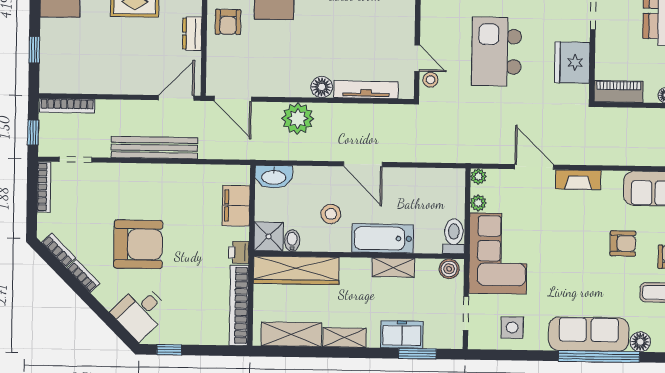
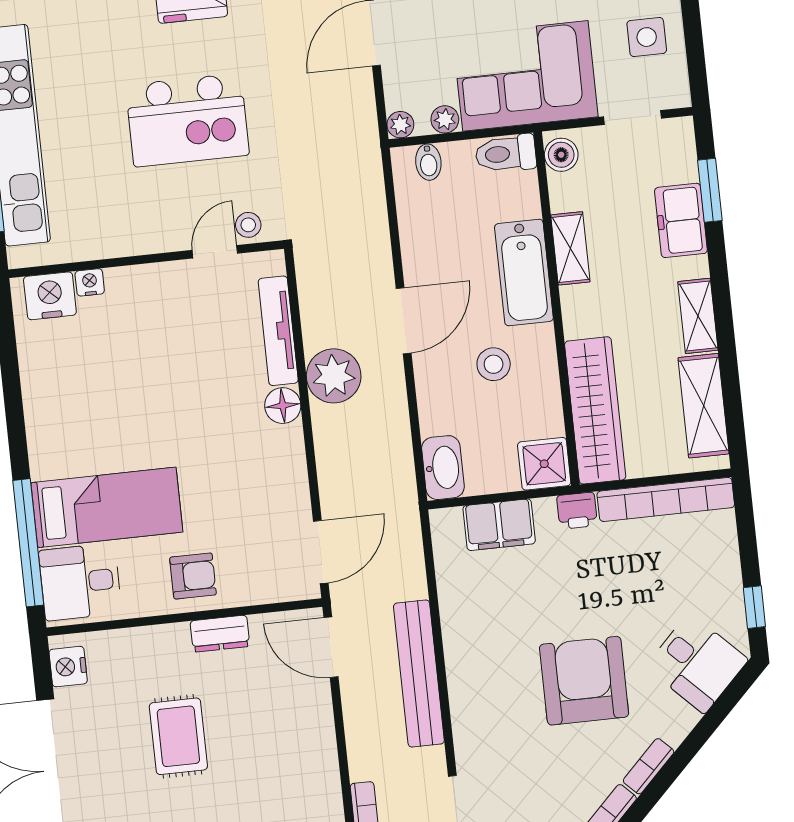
plant: (298, 118) -> (334, 376), moved
bidet: (292, 240) -> (428, 162), moved, turned -90

